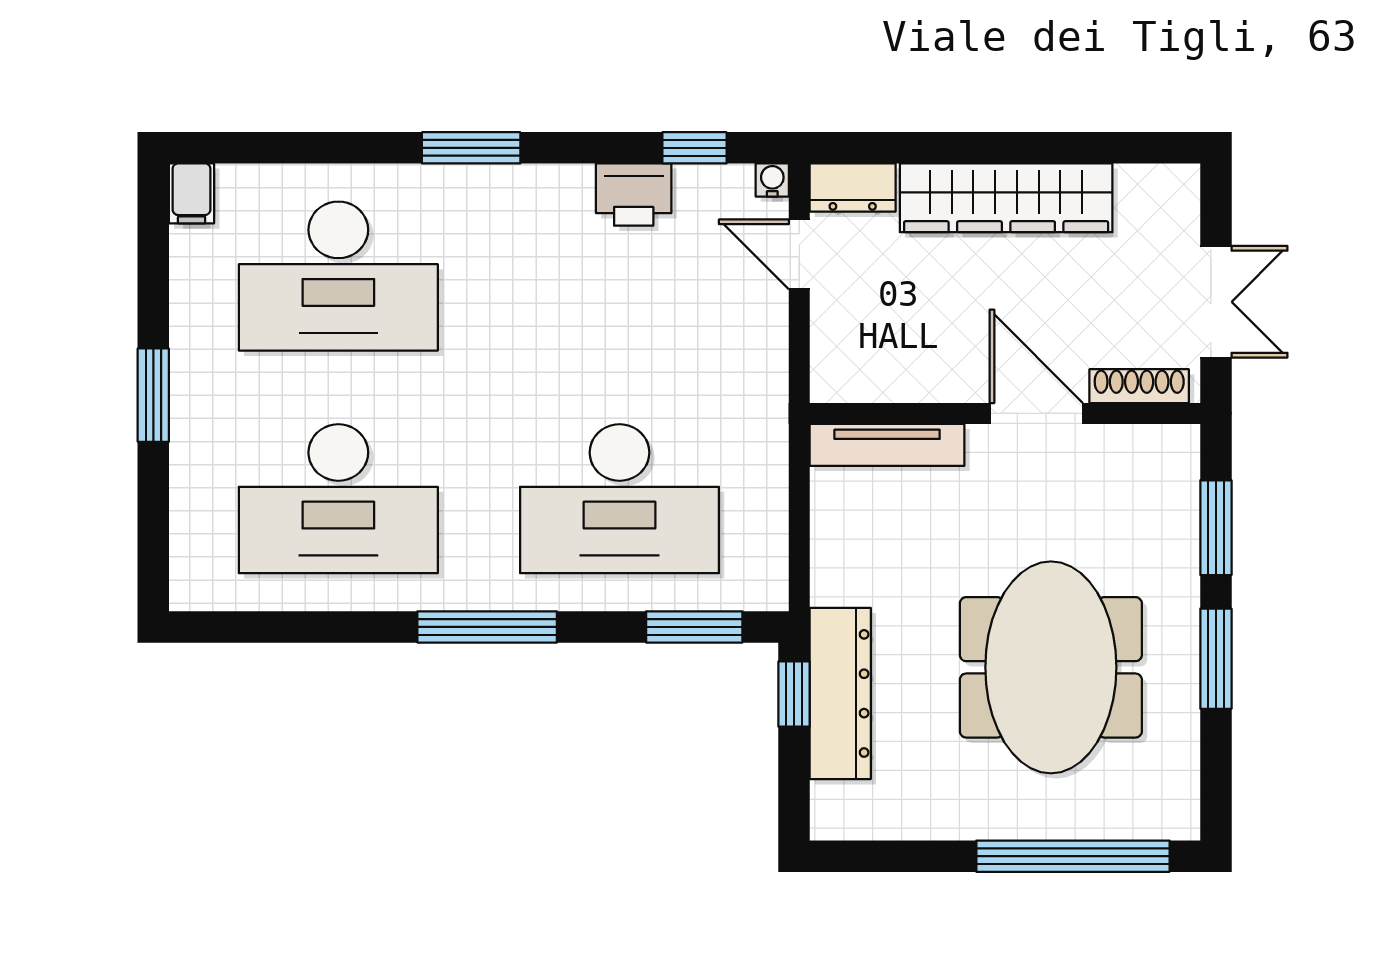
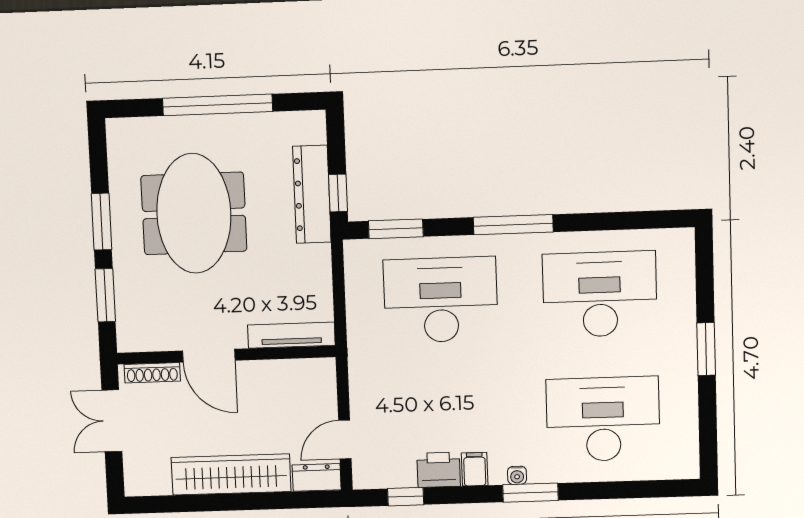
water cooler: (772, 180) -> (517, 475), moved
filing cabinet: (192, 193) -> (475, 469), moved
door: (799, 254) -> (345, 440), swing flipped
window: (1073, 856) -> (218, 105), moved

